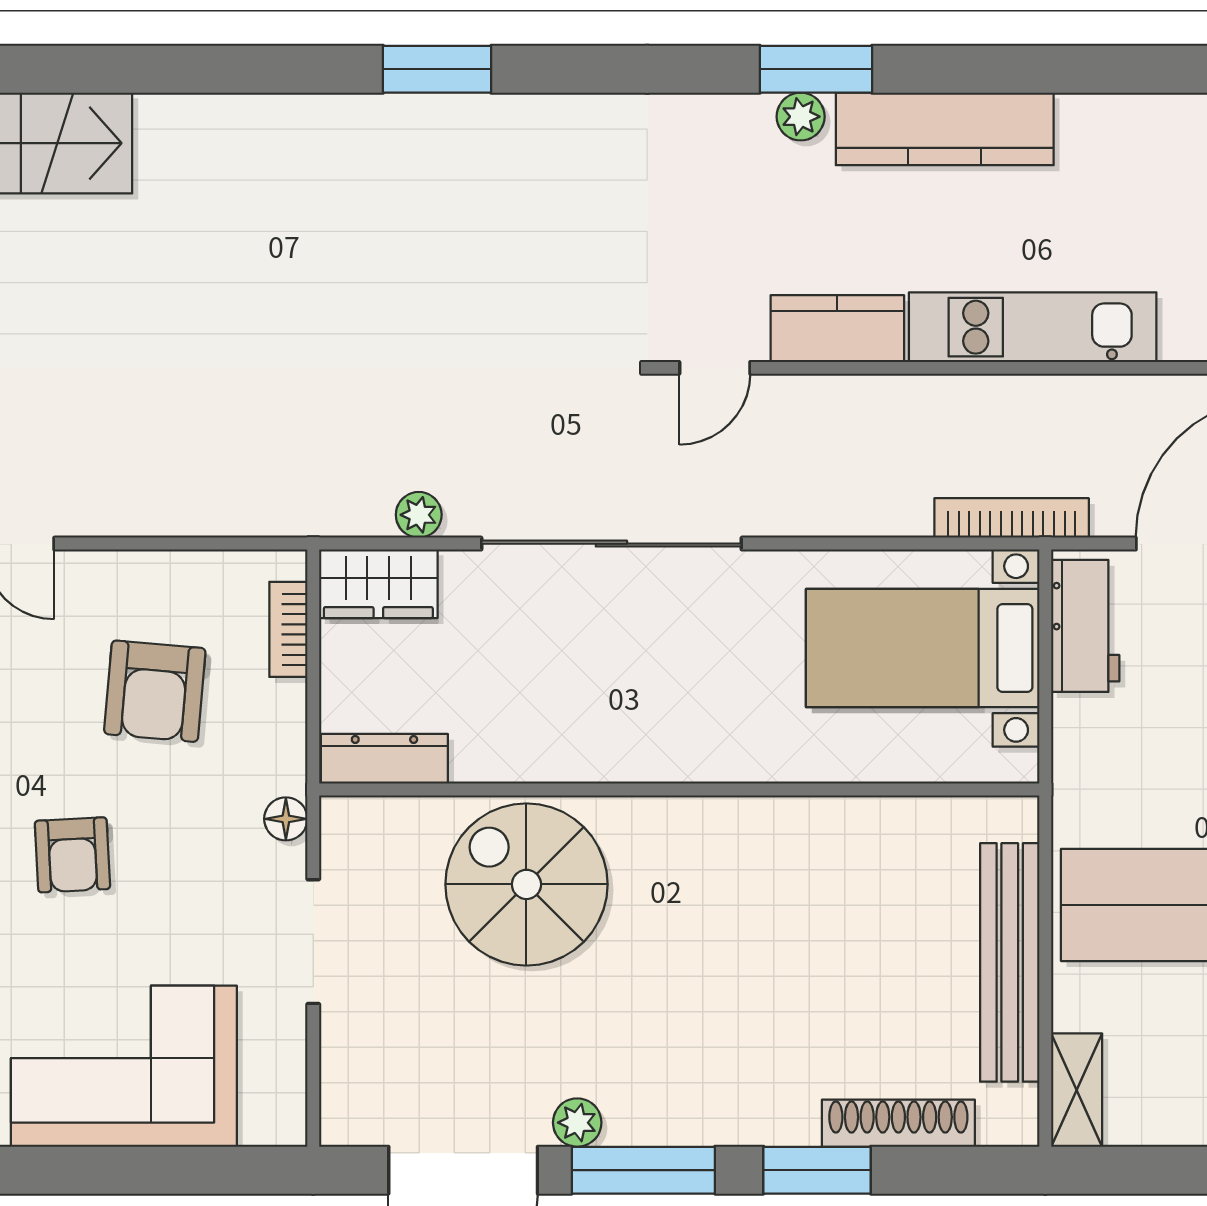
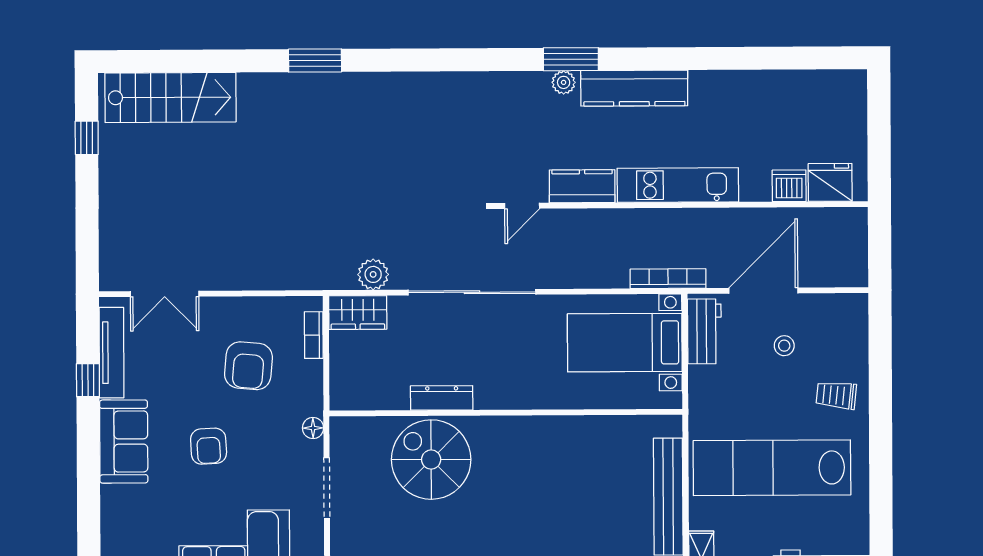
window: (437, 69) -> (315, 60), moved
plant: (419, 515) -> (373, 274), width x1.38, depth x1.38
dresser: (384, 759) -> (442, 398), moved

